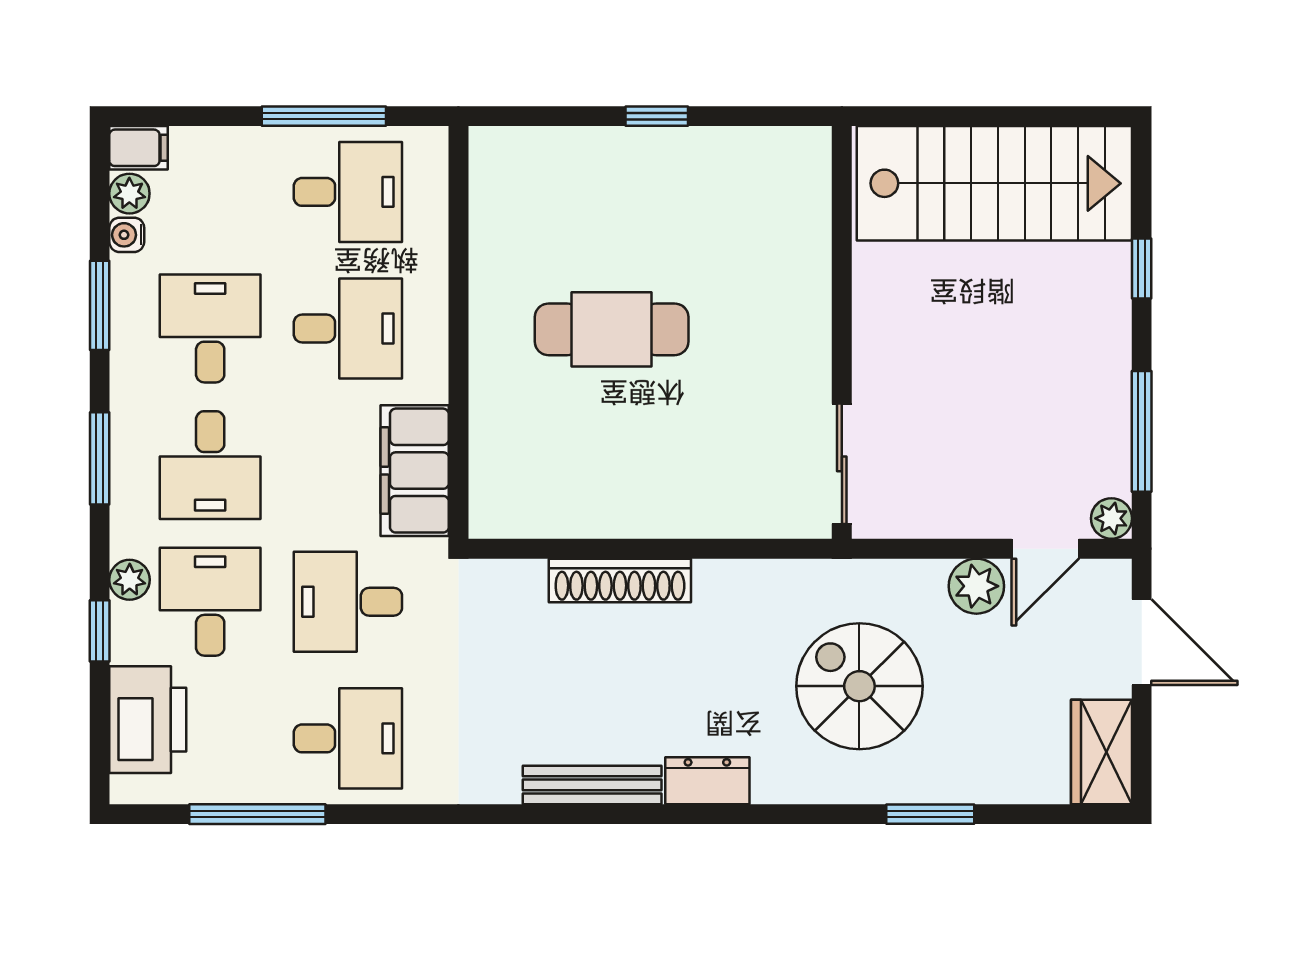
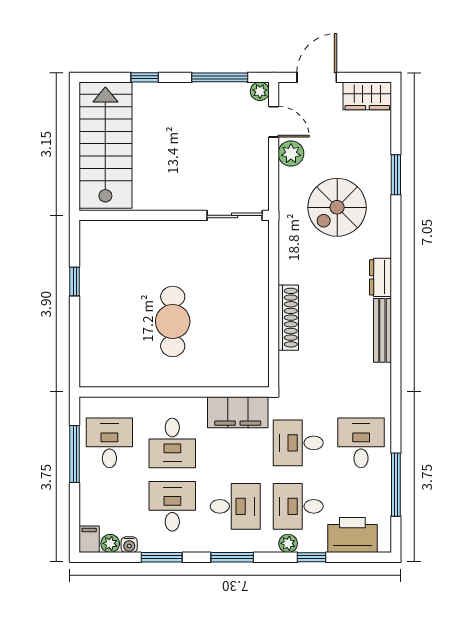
window: (657, 116) -> (75, 281), moved
desk: (210, 329) -> (172, 506), turned 90
desk: (348, 329) -> (172, 443), turned 180
desk: (348, 602) -> (298, 443), turned 90

